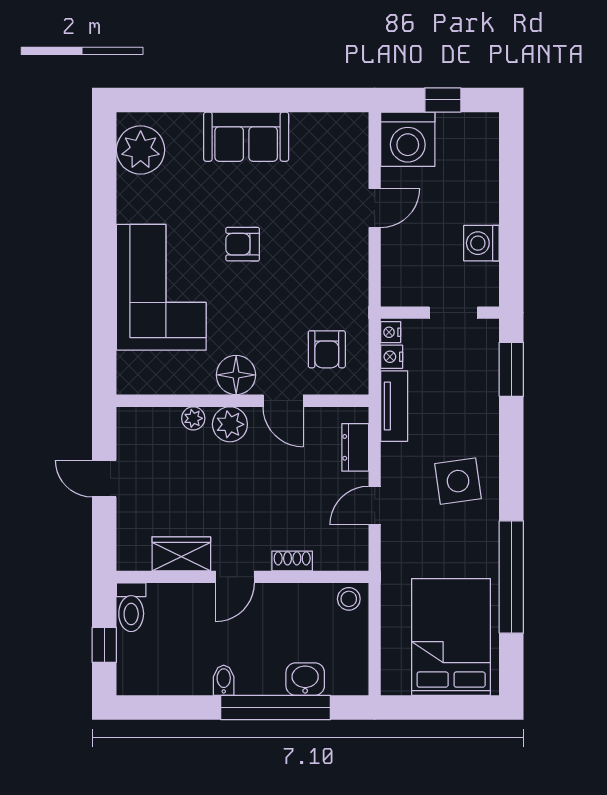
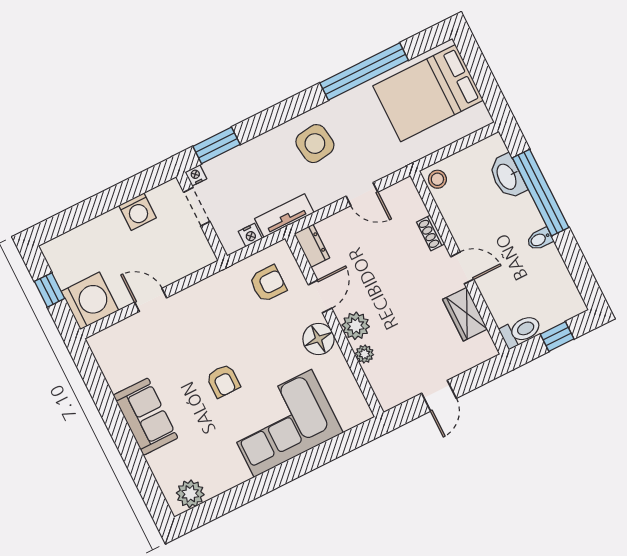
plant: (141, 150) -> (190, 494), width x0.73, depth x0.73
nightstand: (391, 332) -> (196, 175), moved, turned 180
dresser: (355, 447) -> (312, 246), moved, turned -90
washbasin: (305, 679) -> (507, 176), width x1.38

